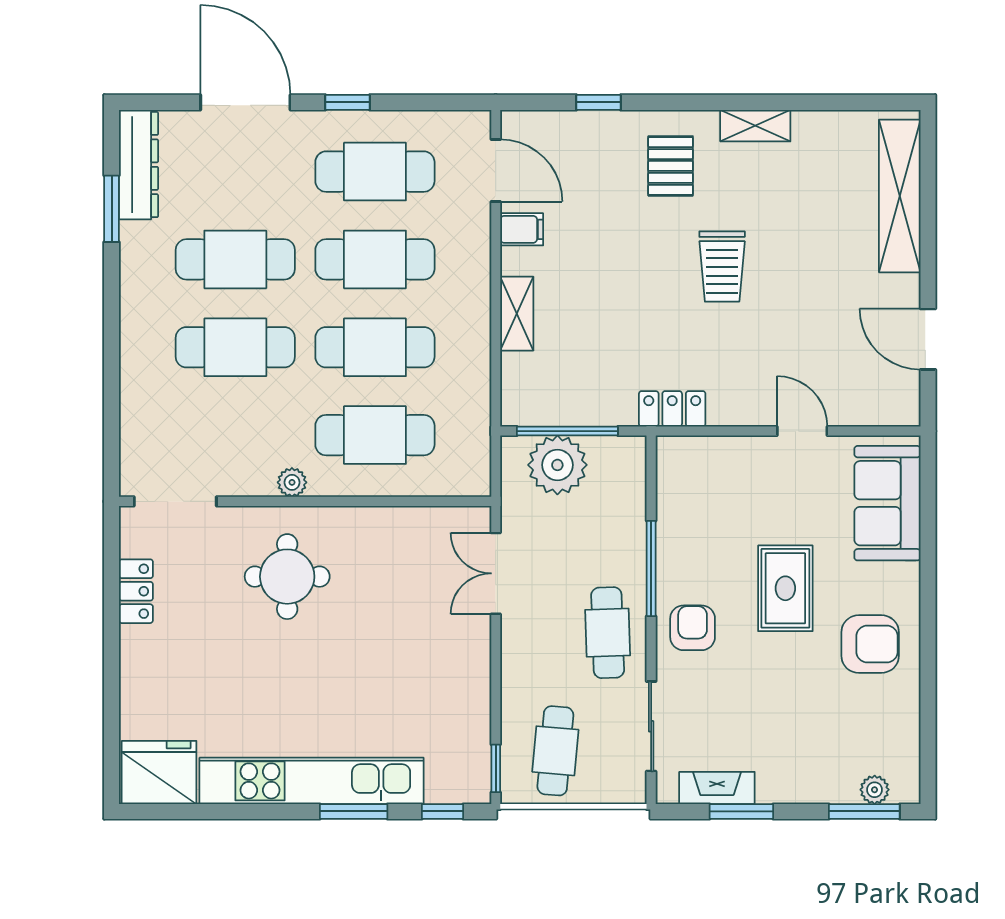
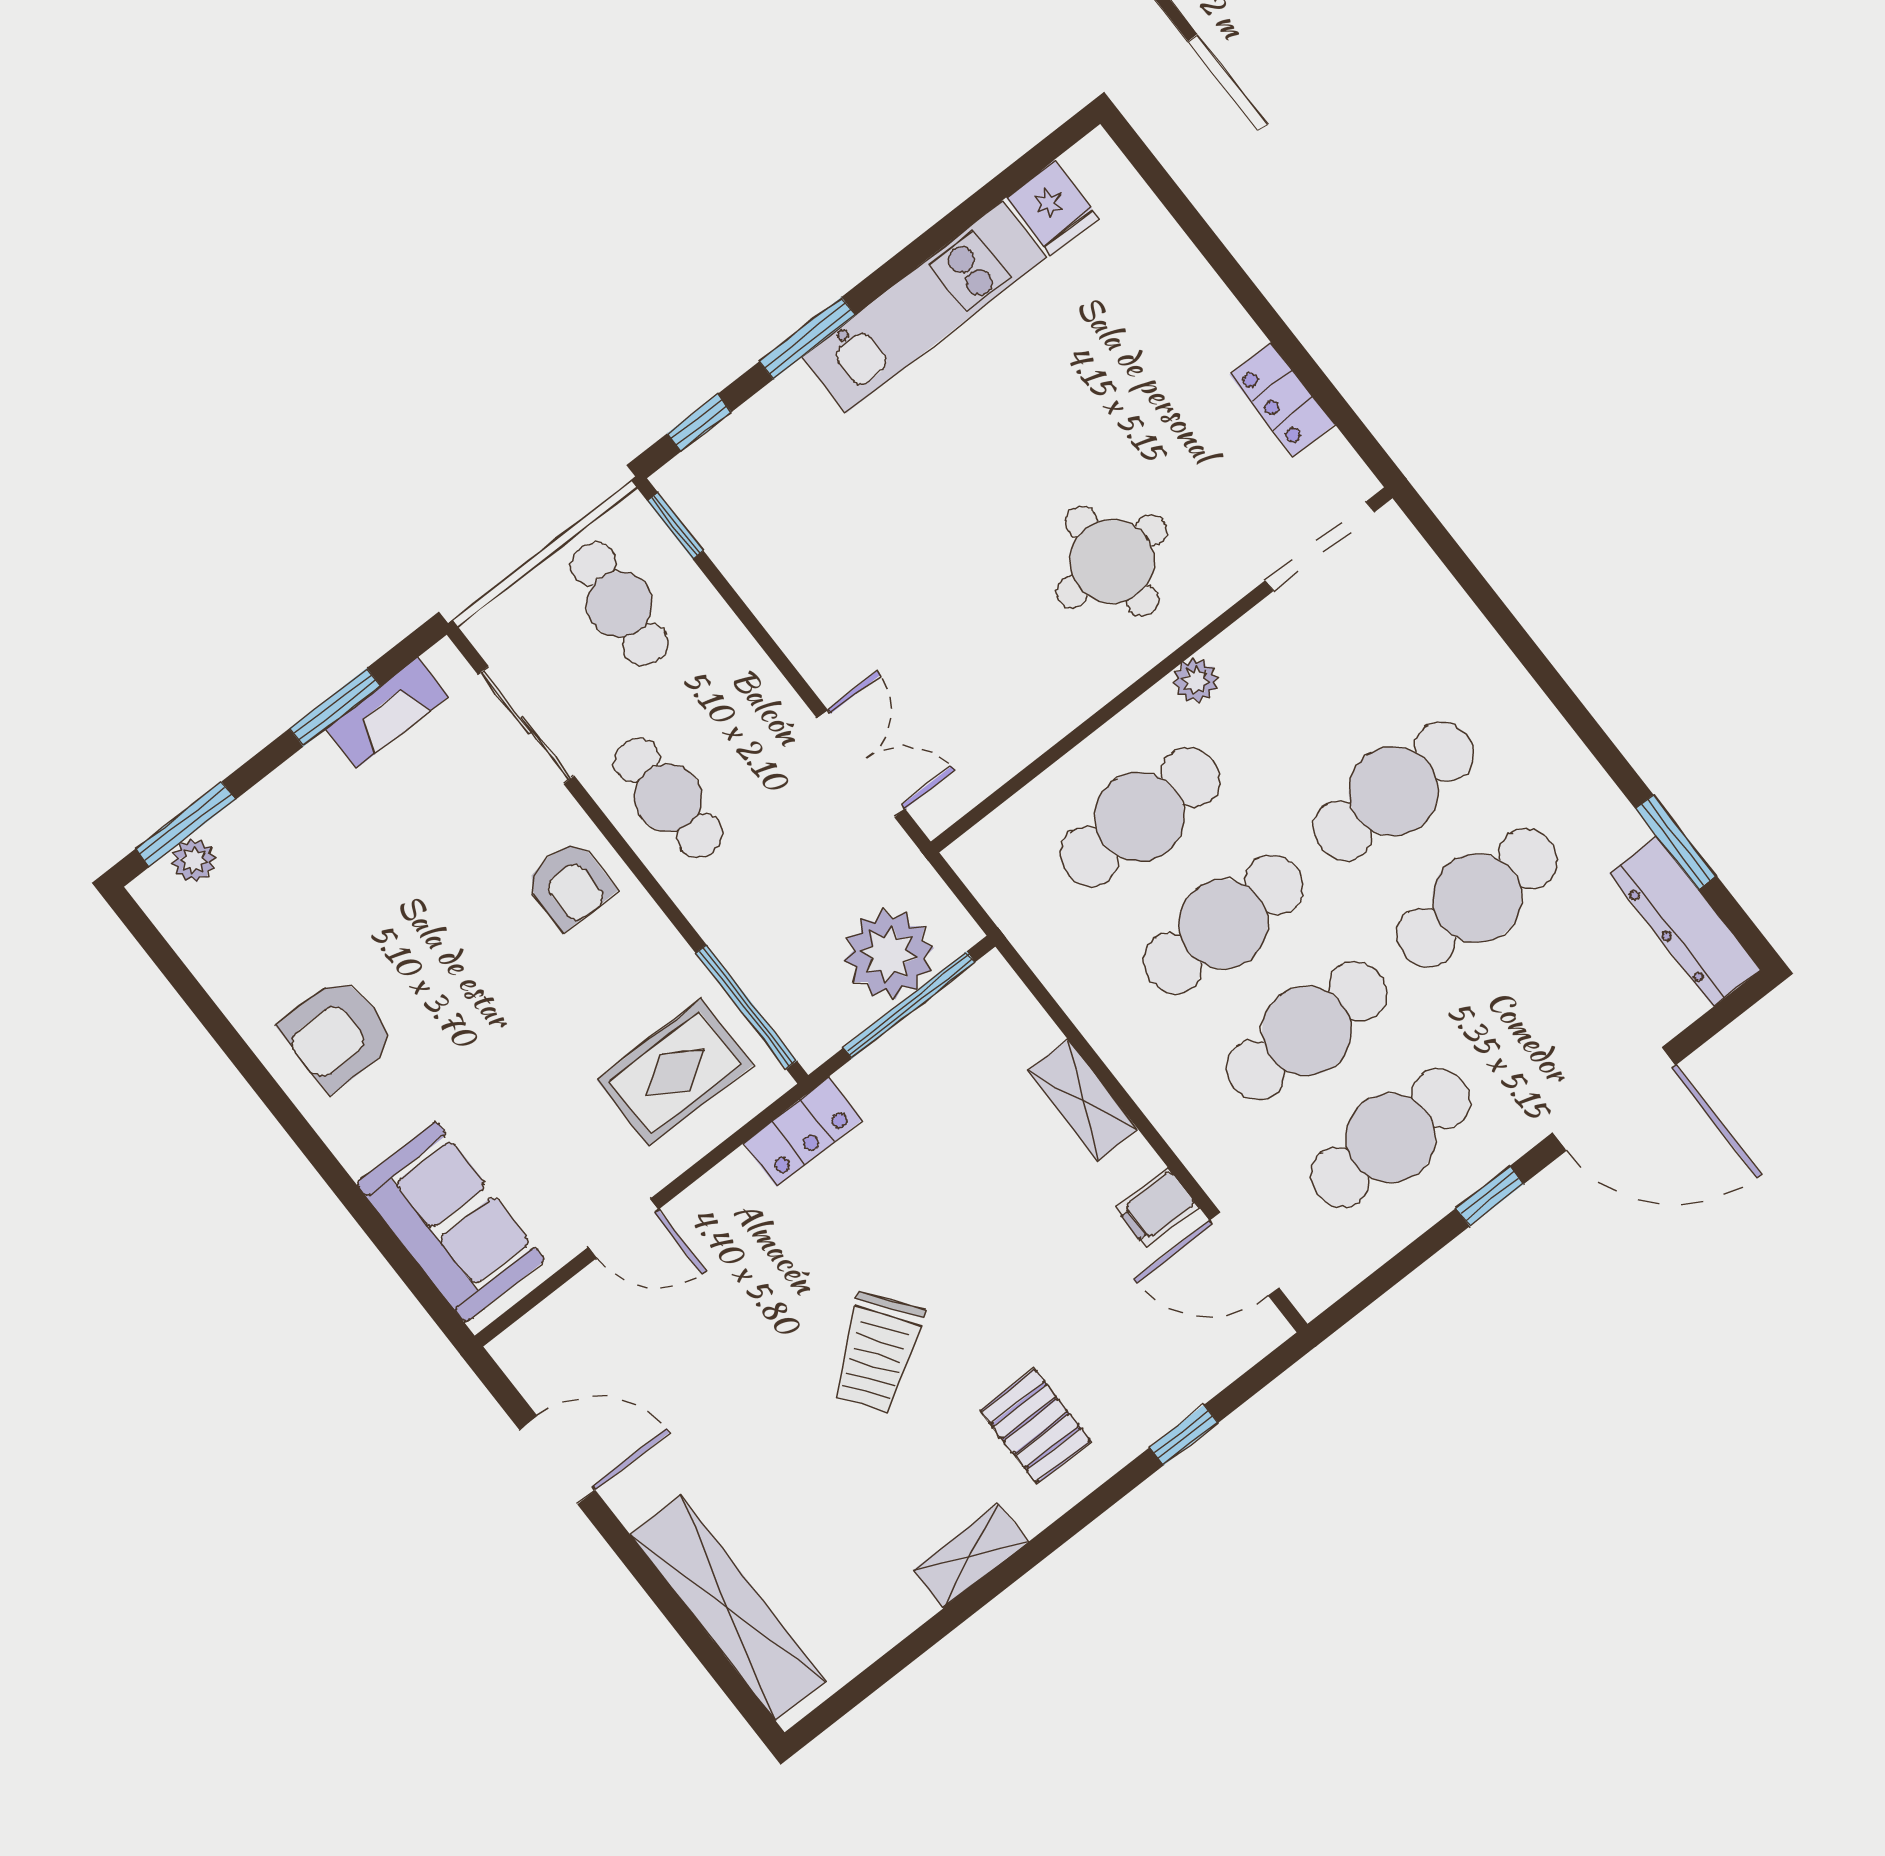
trolley: (722, 266) -> (877, 1353), turned -126
window: (651, 568) -> (746, 1007), moved
rug: (785, 588) -> (675, 1073), moved, turned 90
fridge: (159, 772) -> (1053, 208), width x0.53, depth x0.75
kitchen unit: (312, 781) -> (924, 307), width x0.73

